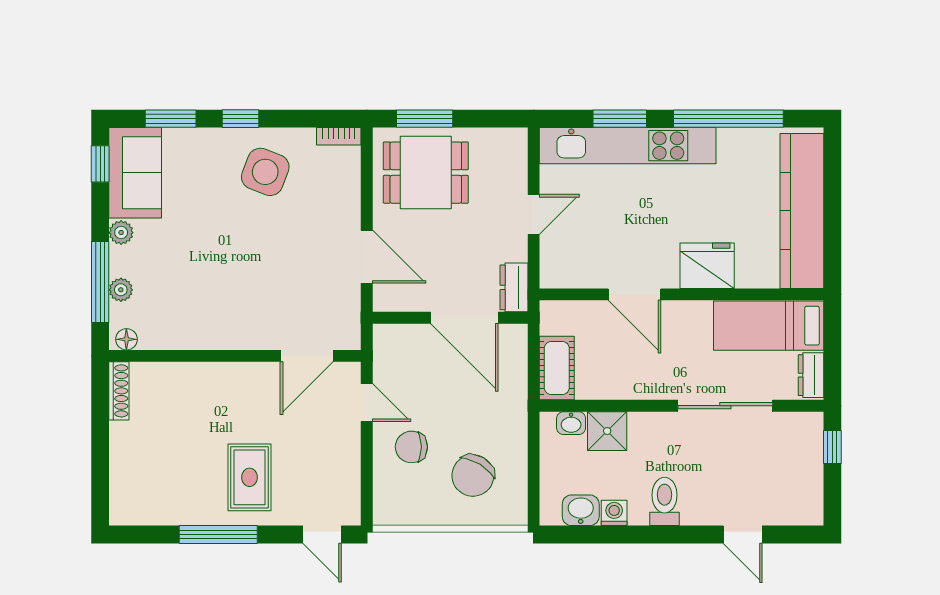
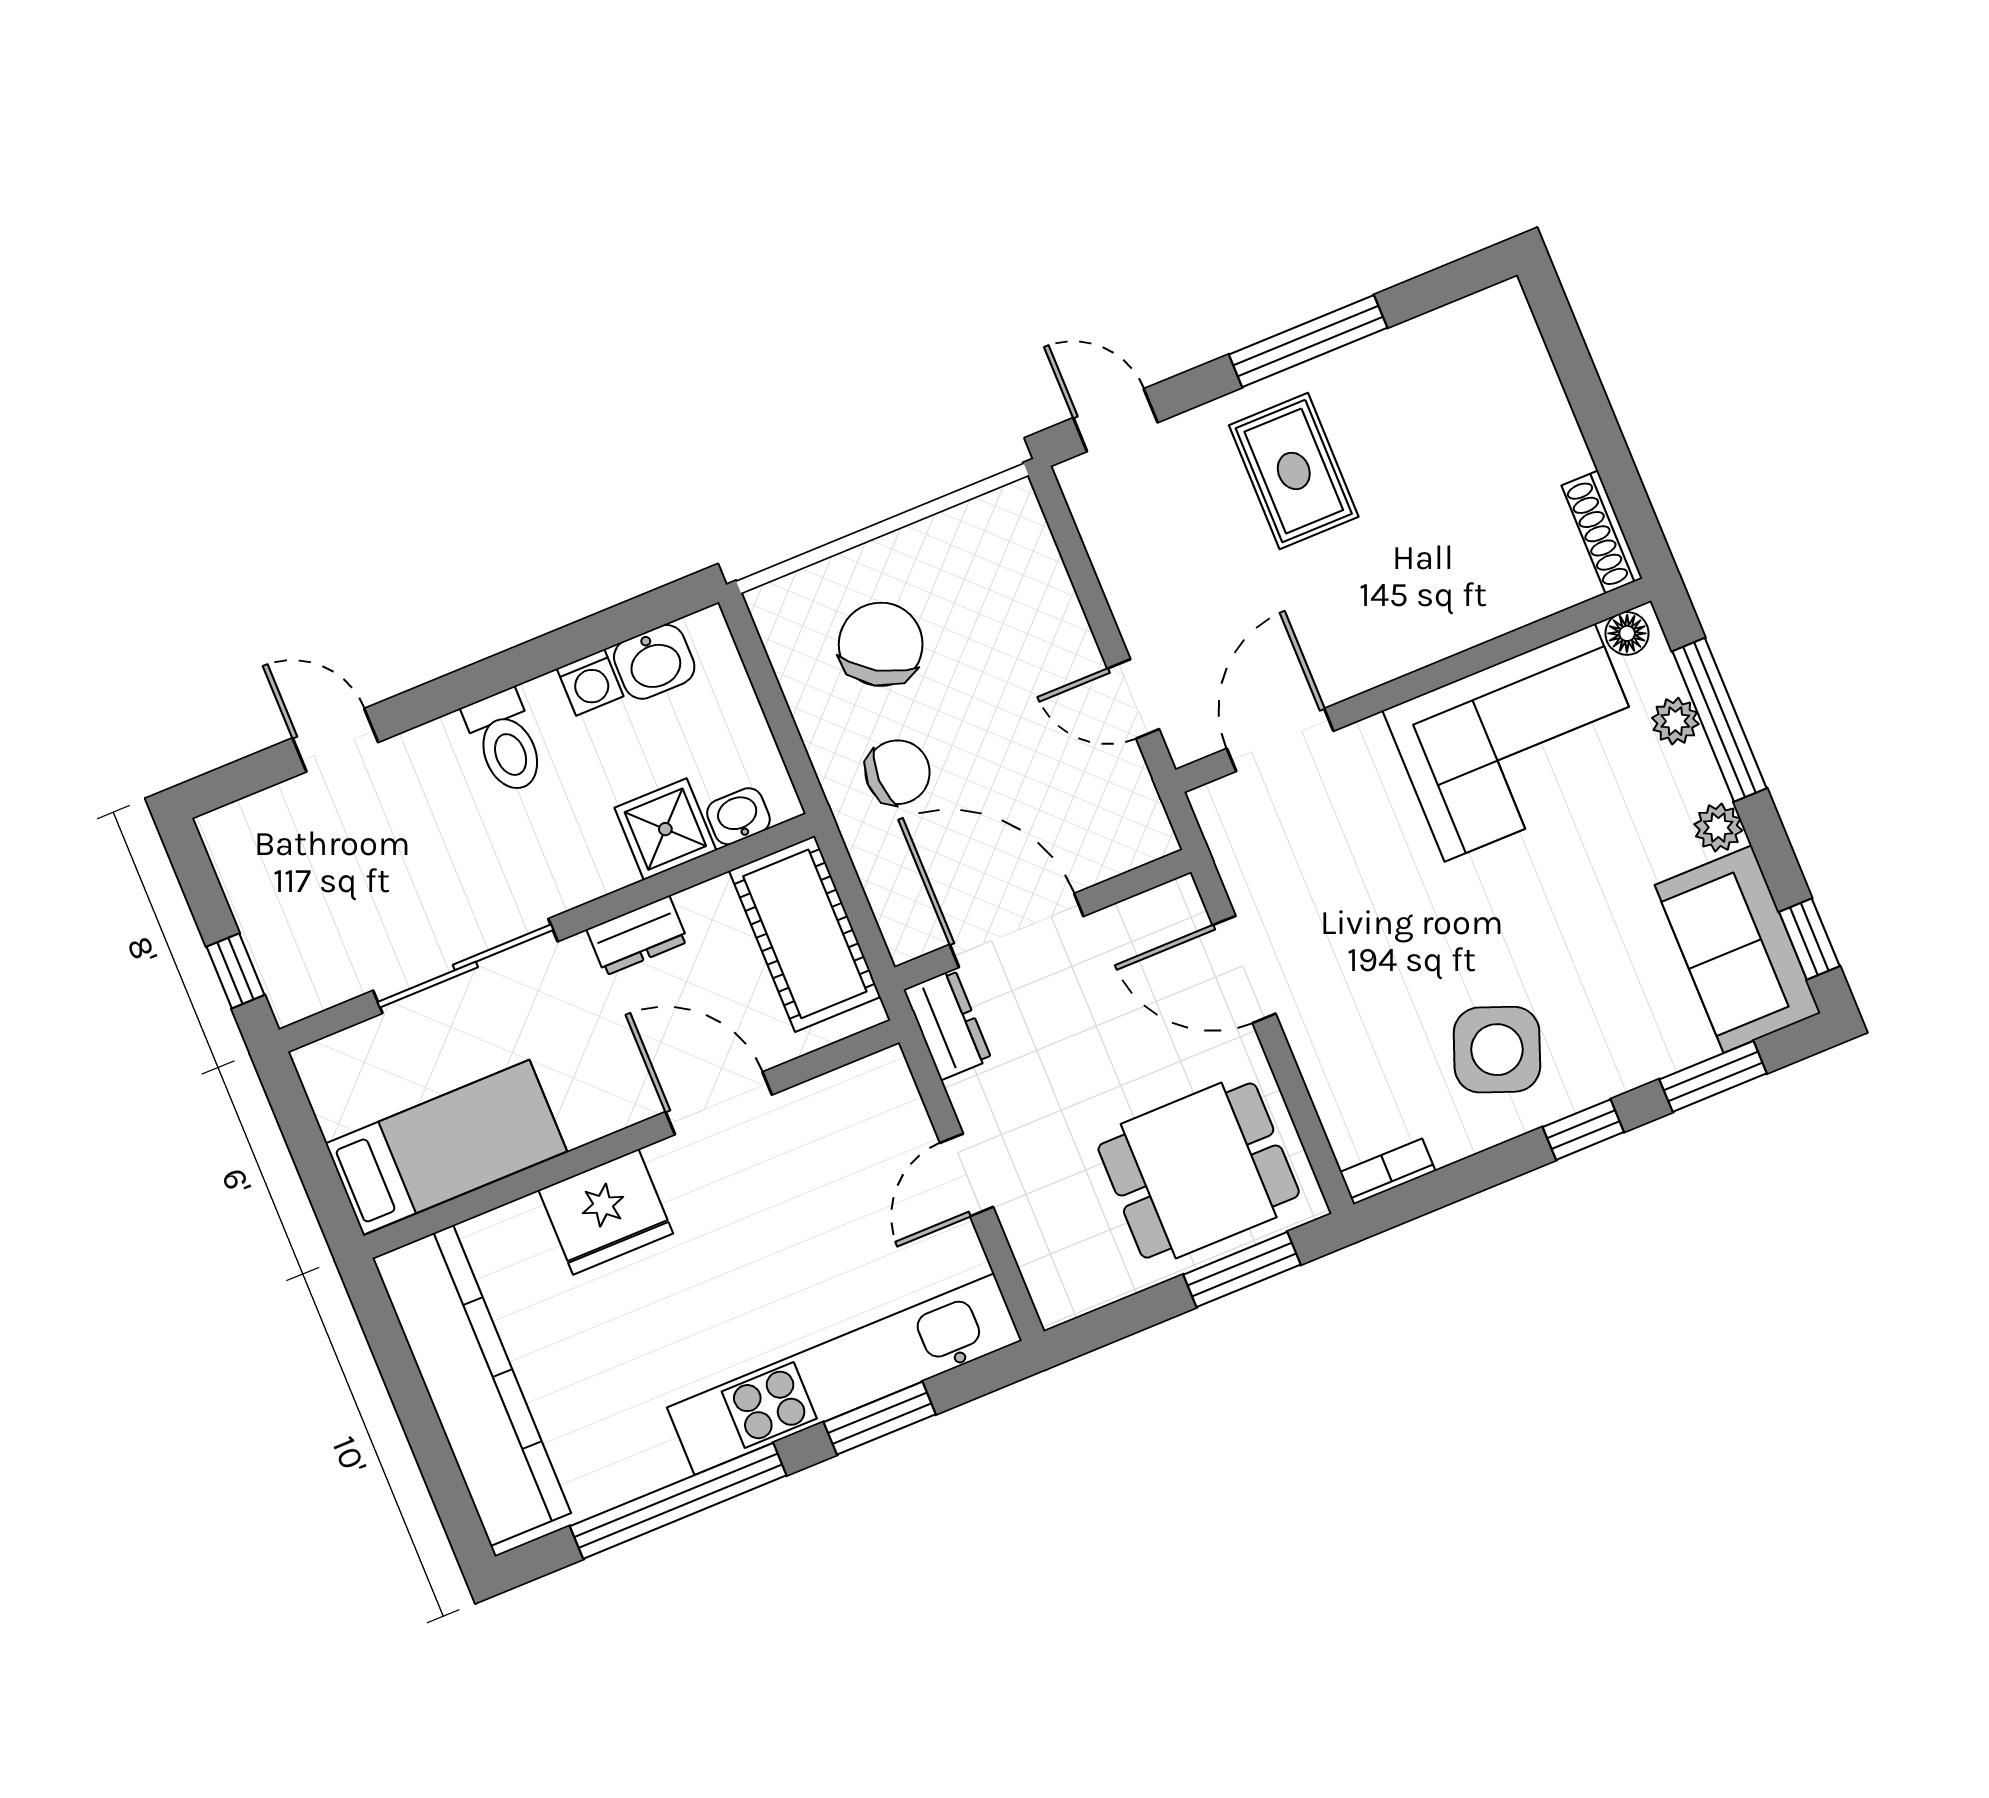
corner sofa: (197, 309) -> (1520, 743), added
cot: (557, 368) -> (805, 934), width x1.37, depth x1.34
dresser: (811, 375) -> (637, 936), moved, turned 90
chair: (411, 447) -> (898, 772), moved

